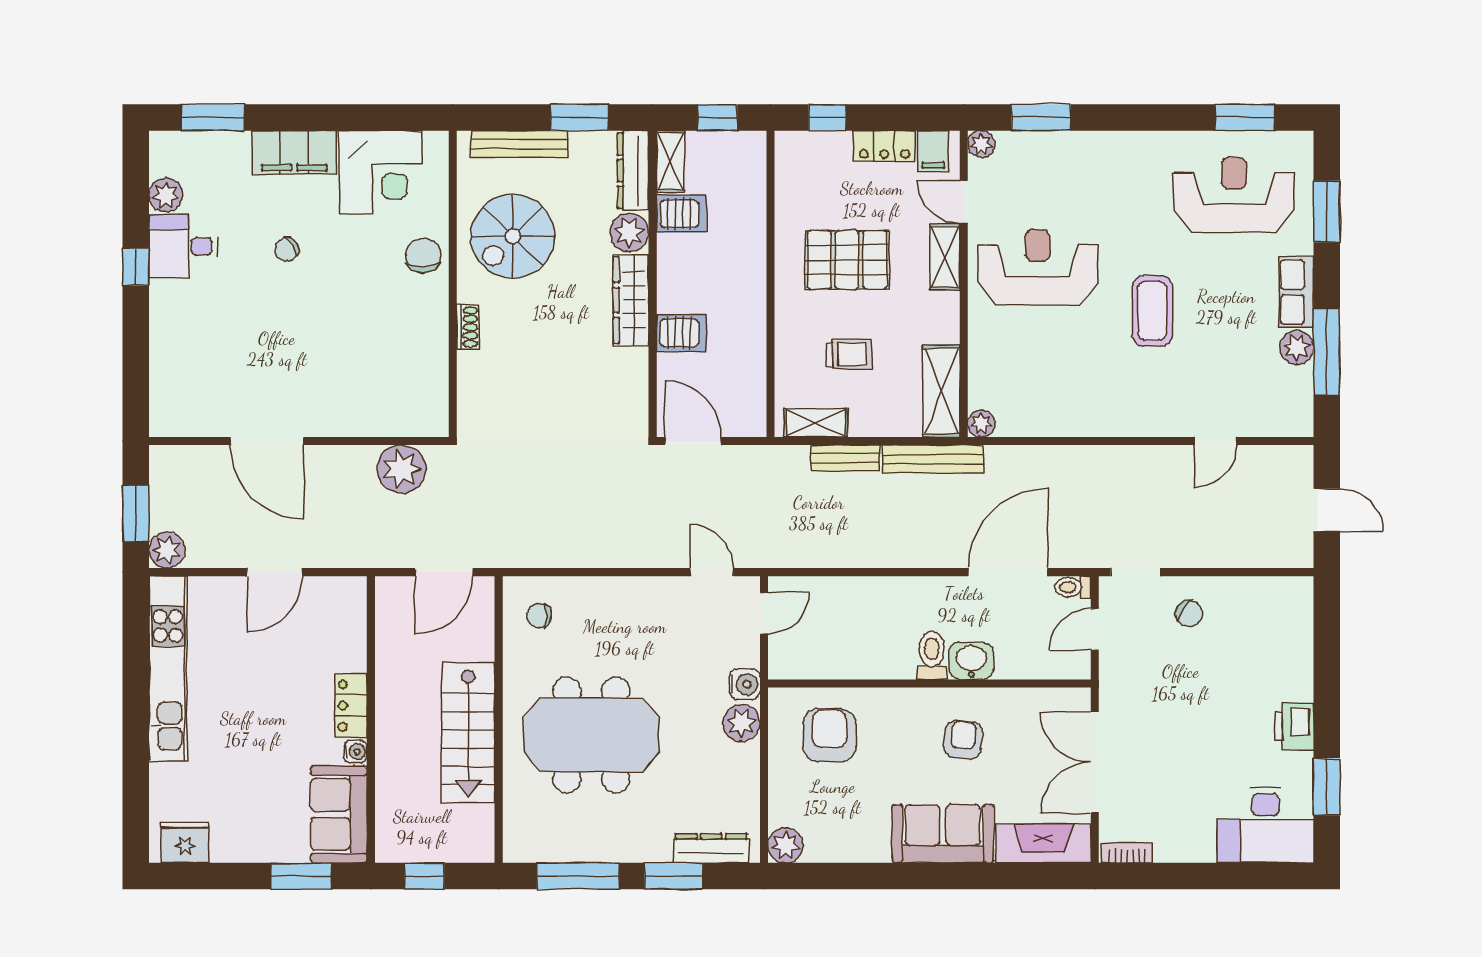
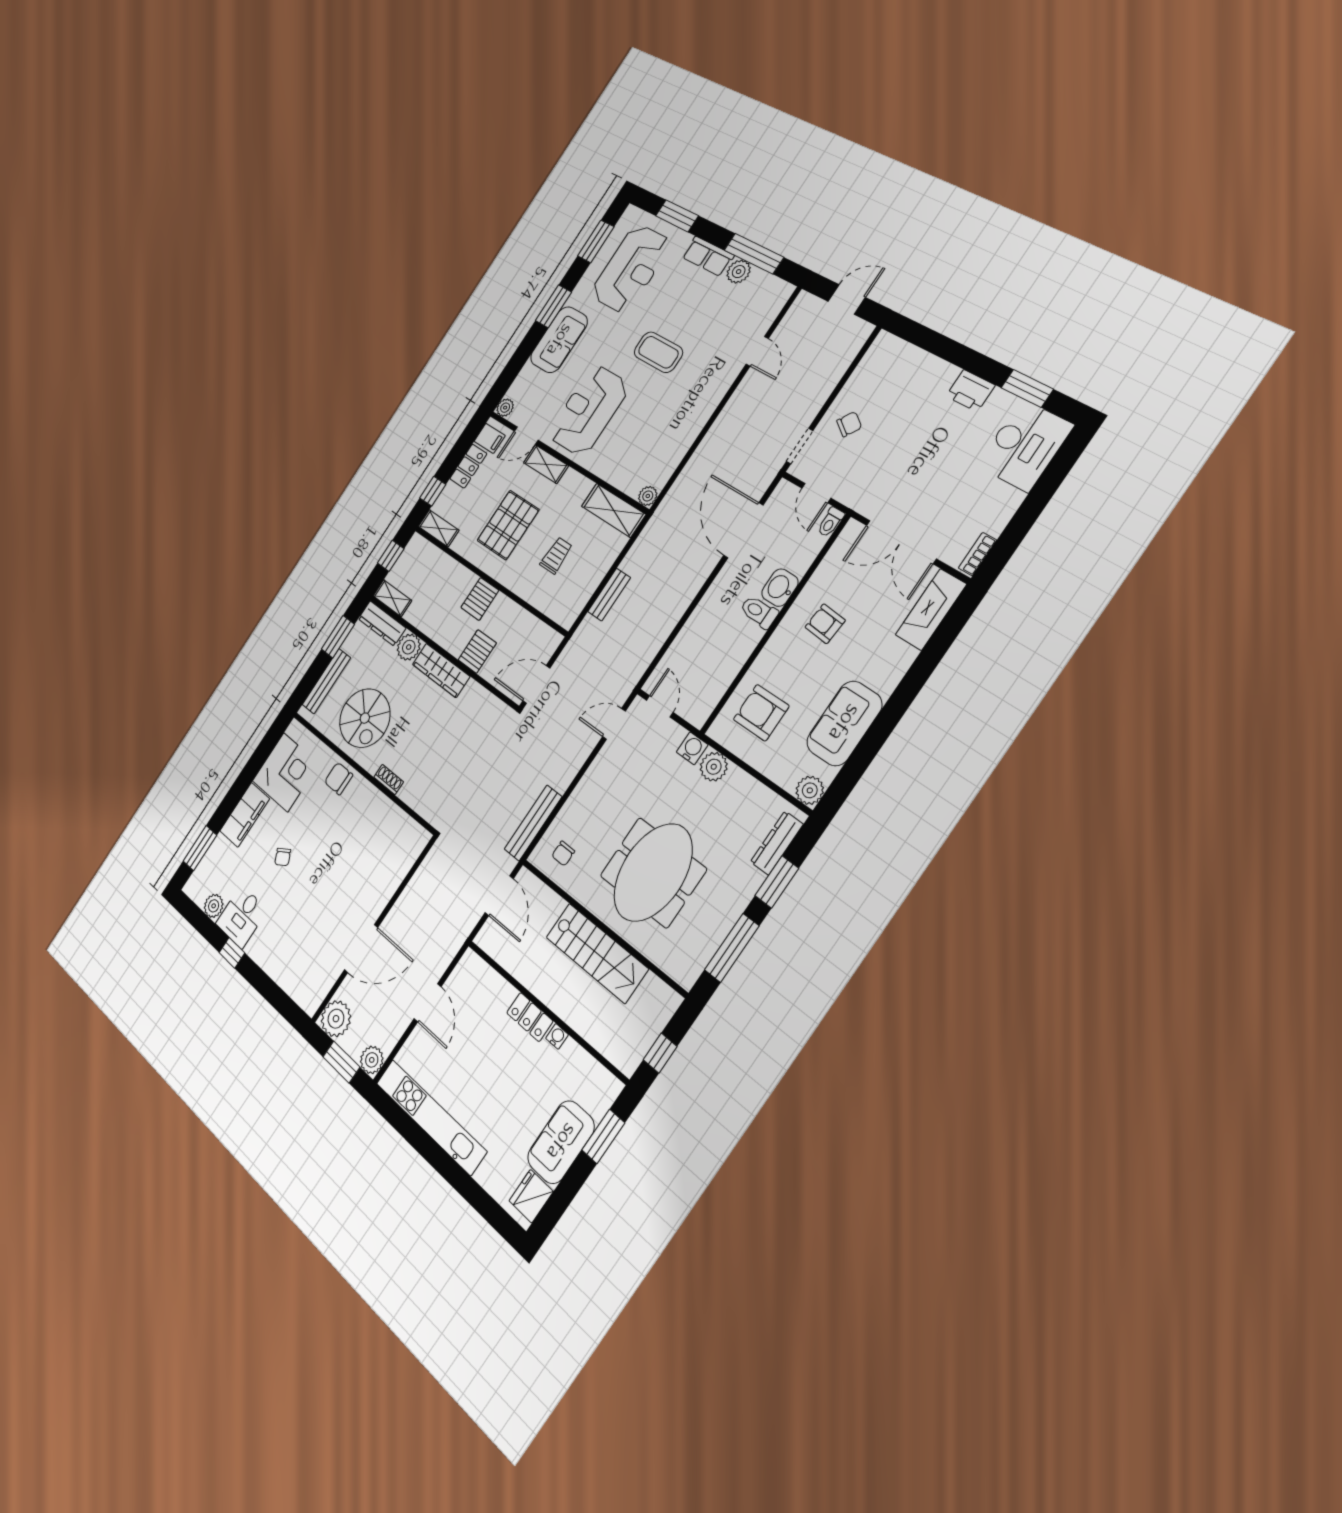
window: (1041, 117) -> (553, 306), moved
sofa: (1101, 158) -> (559, 340), added
reception desk: (1234, 195) -> (631, 269), turned 180
server rack: (681, 214) -> (480, 599), moved, turned 180
shelving: (816, 423) -> (439, 528), moved, turned 90
bench: (933, 459) -> (533, 823), moved
plant: (401, 469) -> (336, 1019), moved
toilet: (1073, 587) -> (831, 522), moved
sofa: (339, 814) -> (561, 1142), moved, turned 90
sofa: (943, 834) -> (844, 723), moved

